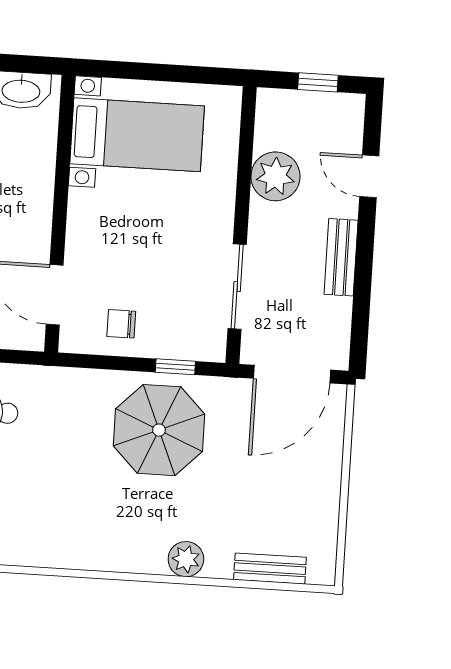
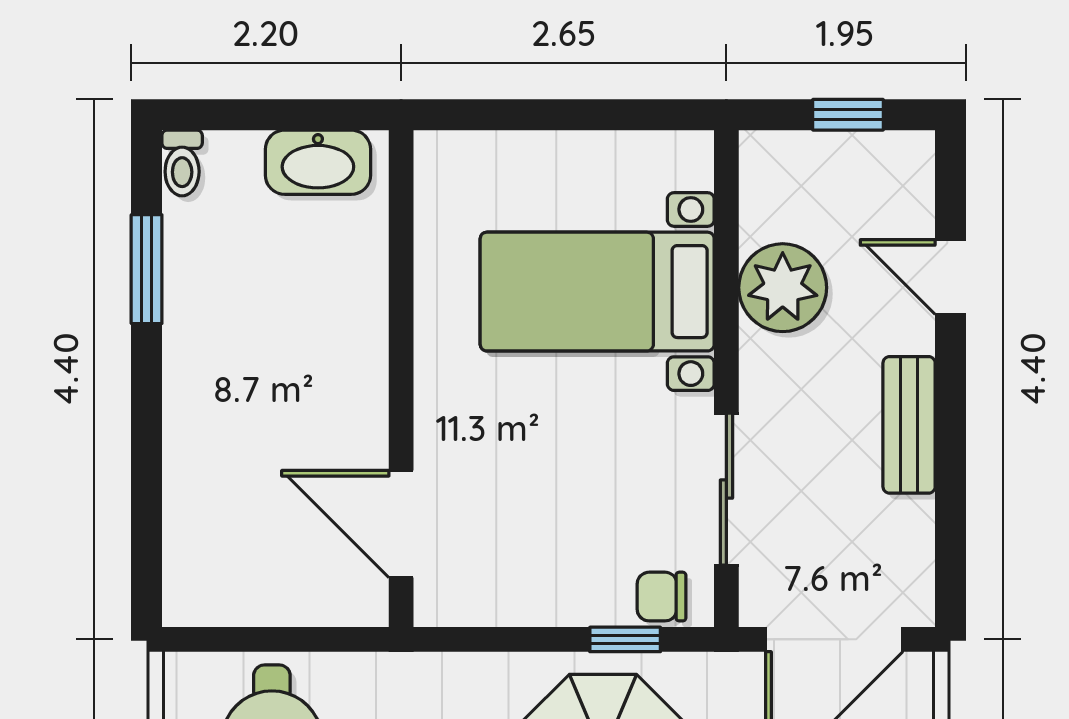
bed with nightstands: (137, 135) -> (597, 292), moved, turned 180
chair: (121, 324) -> (661, 597), moved

